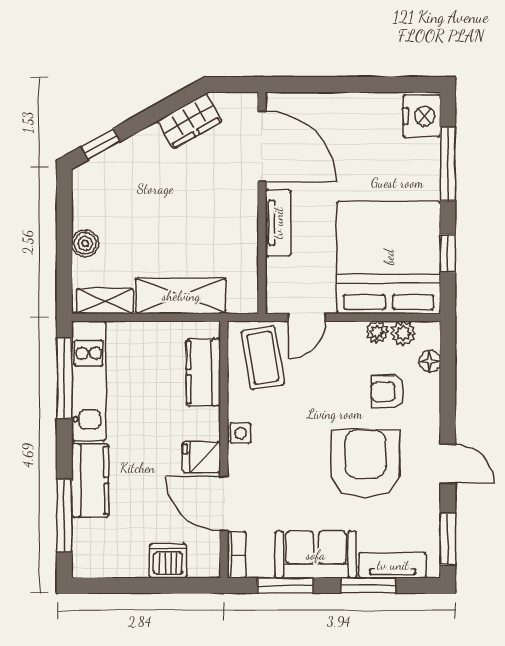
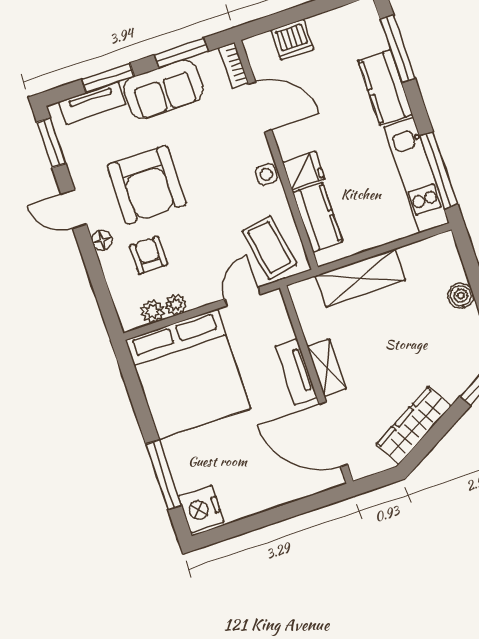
wardrobe: (190, 121) -> (414, 425), width x1.50
window: (448, 253) -> (137, 395), removed
shelving: (105, 301) -> (327, 368), moved, turned 90
floor lamp: (430, 361) -> (102, 240), moved
armchair: (388, 392) -> (149, 255), turned -90
fridge: (202, 457) -> (304, 171), moved

